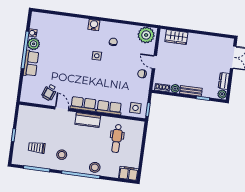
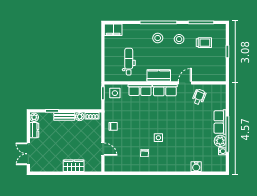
water cooler: (94, 25) -> (196, 167), moved
plant: (146, 35) -> (114, 164), removed
wardrobe: (176, 37) -> (74, 166), moved
door: (154, 62) -> (103, 149), moved
door: (62, 109) -> (185, 83), swing flipped
stool: (95, 167) -> (158, 38), moved

